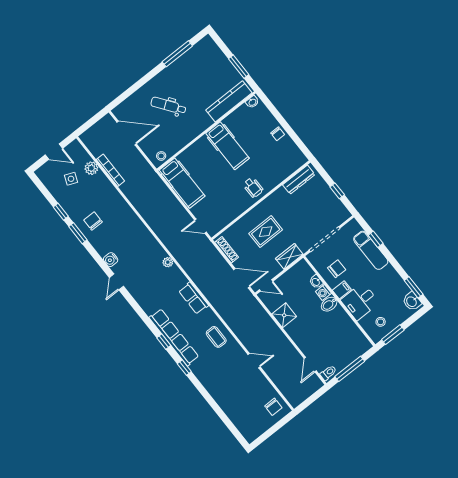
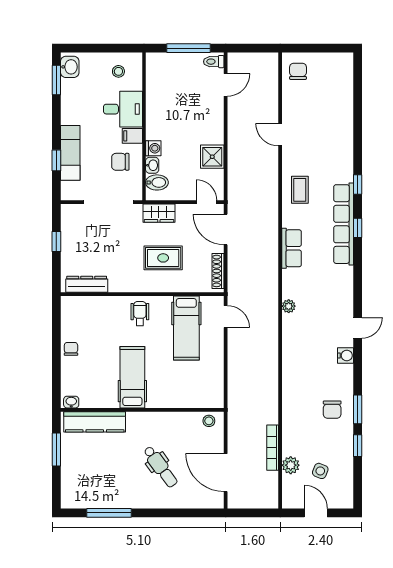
hospital bed: (182, 183) -> (186, 328), moved, turned 180
bidet: (329, 304) -> (157, 182), moved
window: (393, 335) -> (116, 48), removed

